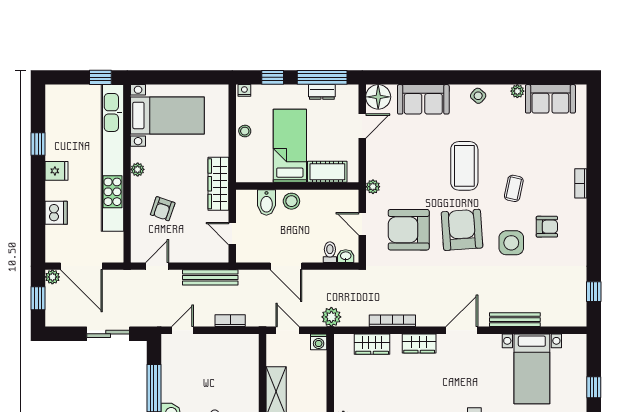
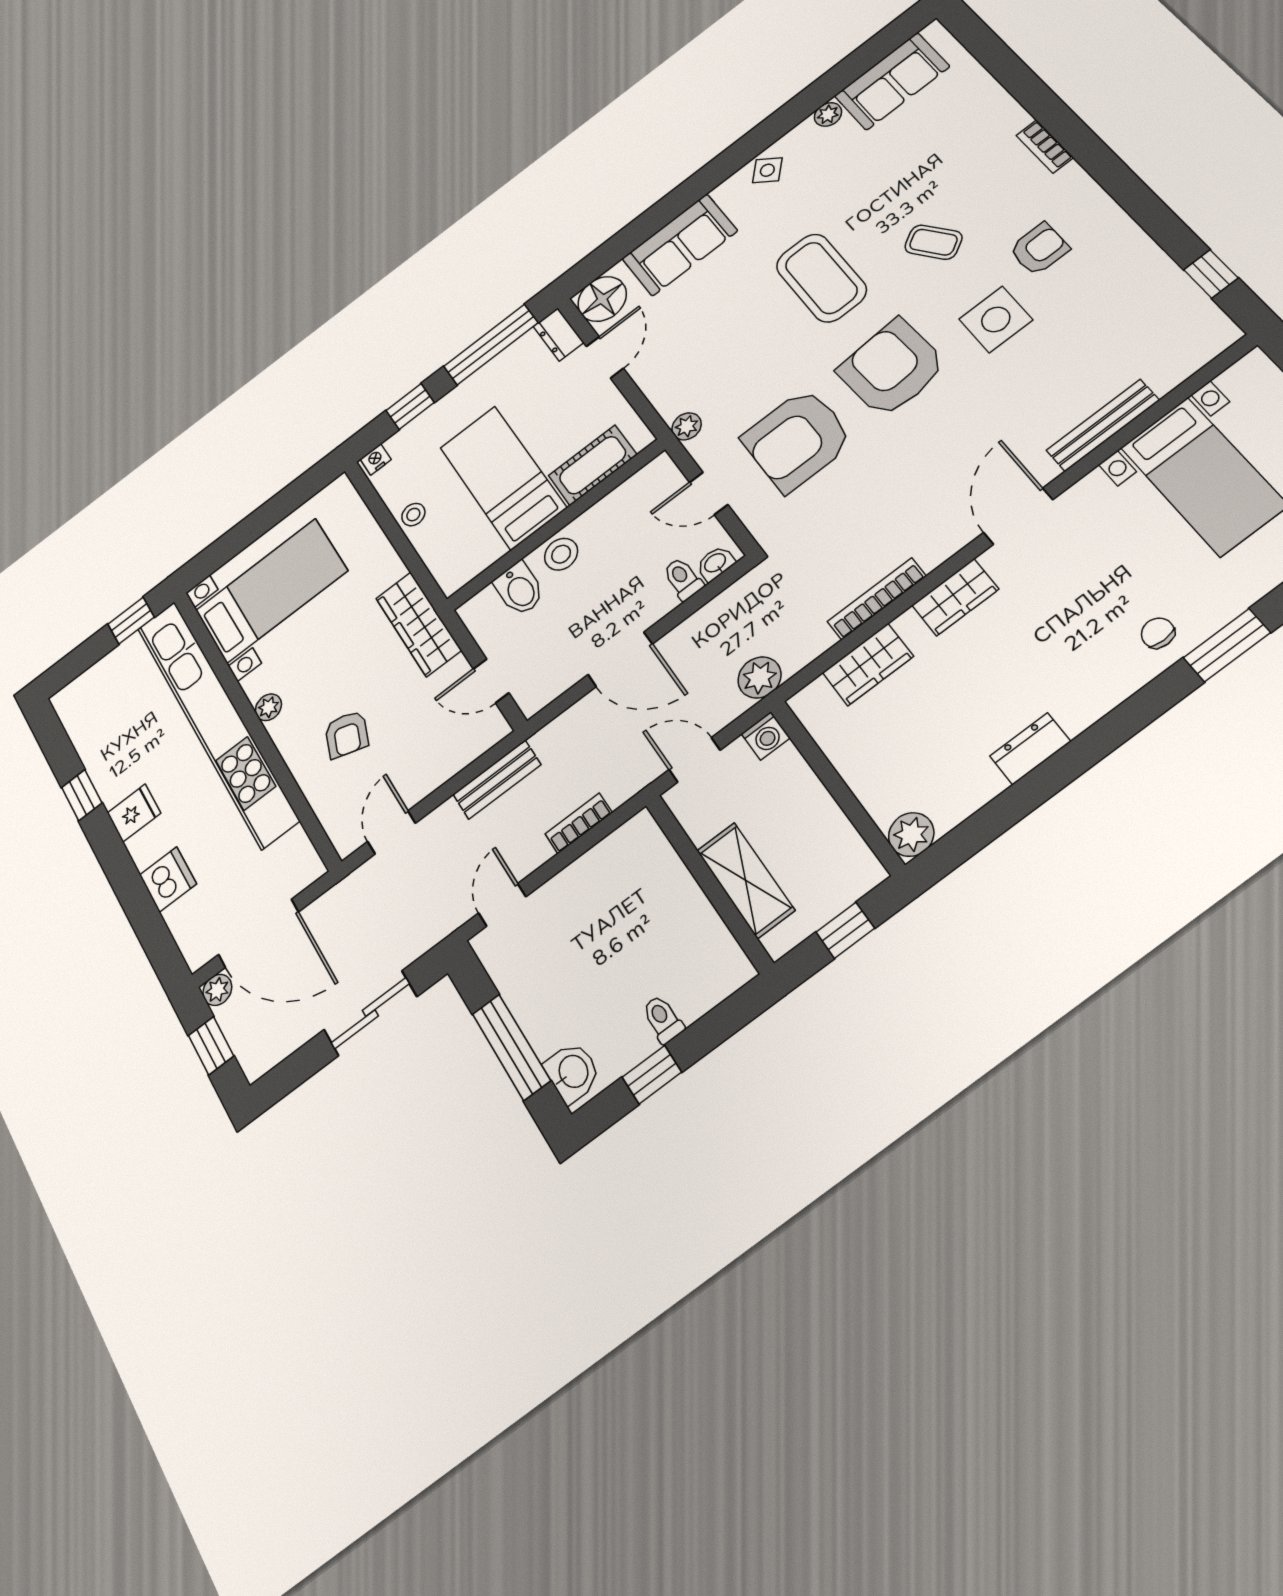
dresser: (322, 92) -> (558, 334), moved, turned 90
coffee table: (514, 188) -> (933, 242), turned -46
bench: (210, 277) -> (497, 780), width x0.73

